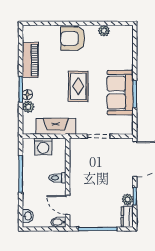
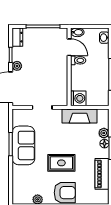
rug: (78, 86) -> (61, 163), moved, turned 90
washing machine: (43, 147) -> (78, 98), moved, turned 90
toilet: (57, 178) -> (78, 60), moved
plant: (128, 199) -> (17, 66), moved

